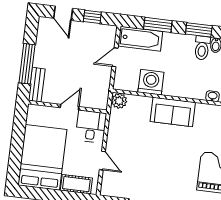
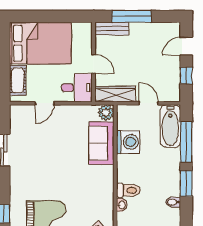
window: (158, 25) -> (186, 142), width x1.44
toilet: (202, 48) -> (129, 190), moved, turned 180
wardrobe: (102, 89) -> (115, 94), added
sofa: (173, 112) -> (101, 143), moved

